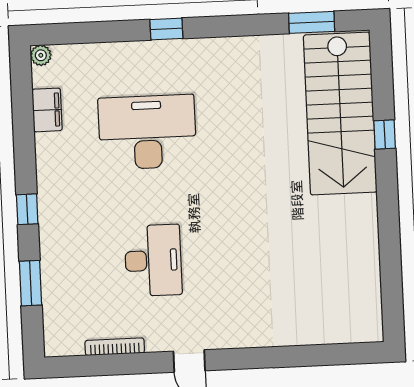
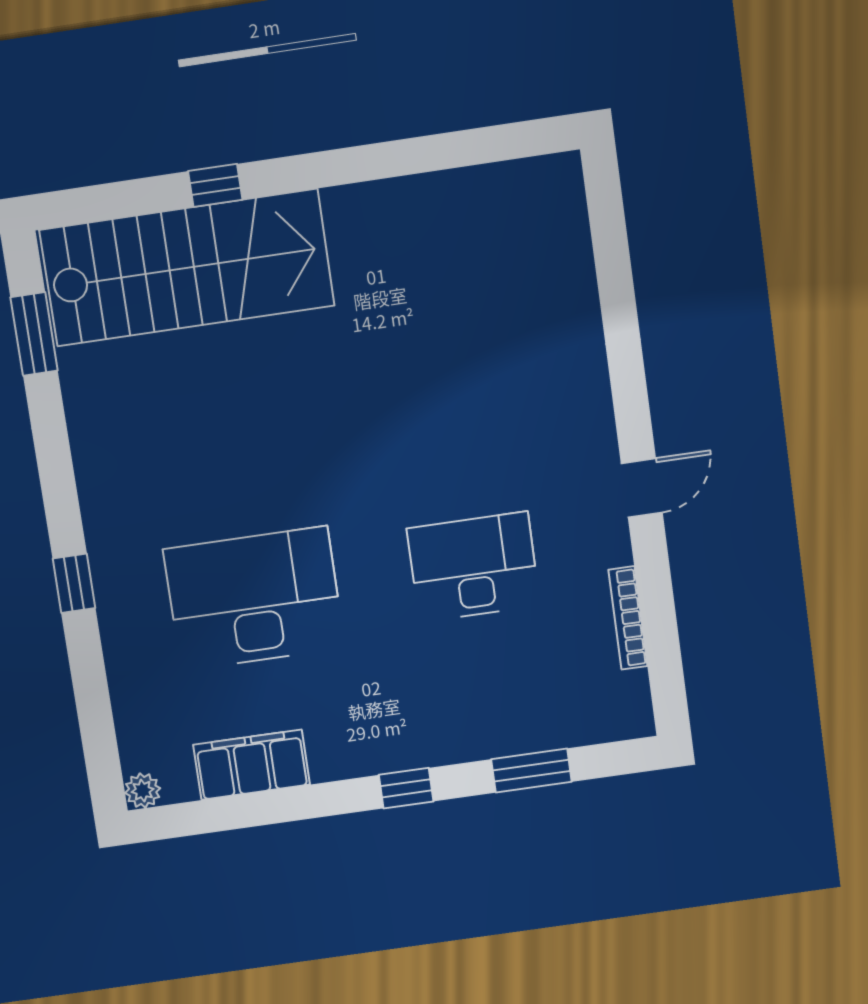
filing cabinet: (47, 110) -> (252, 765), width x1.50, depth x1.17
desk: (147, 132) -> (254, 598), turned 90

